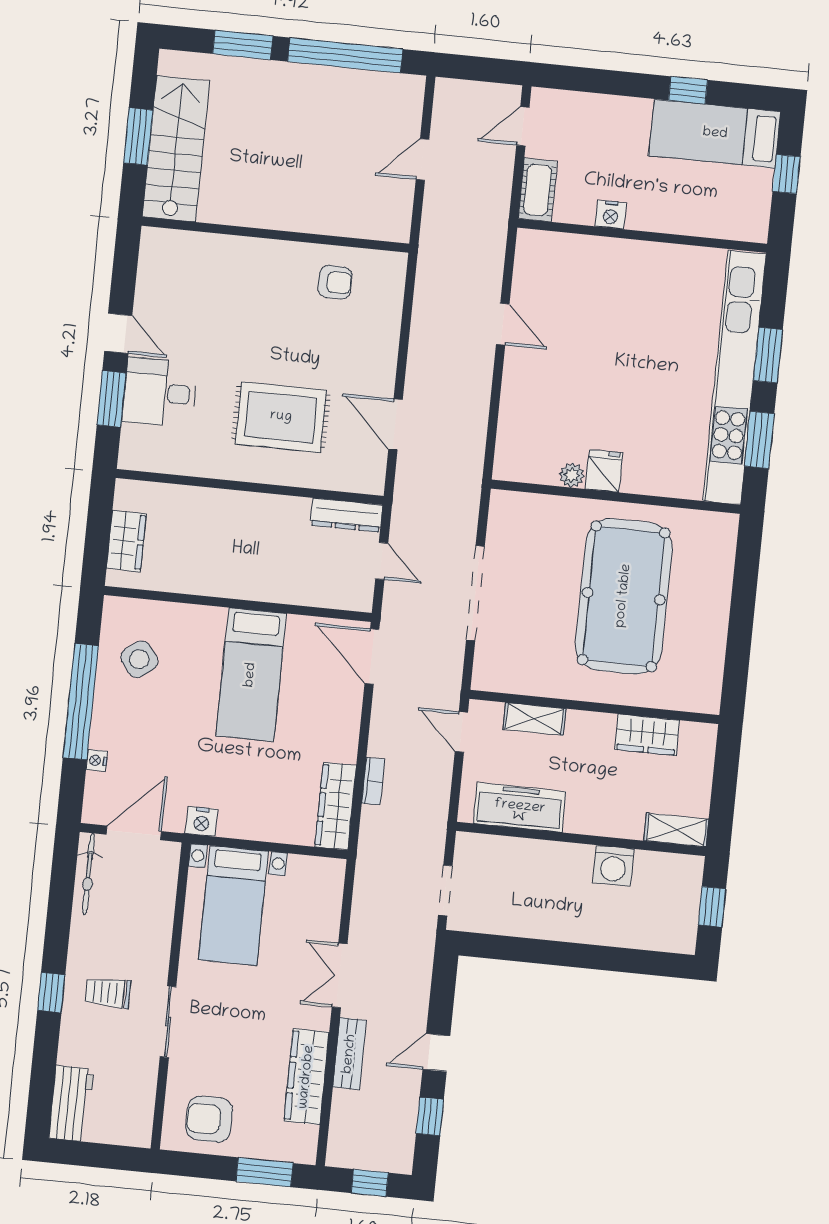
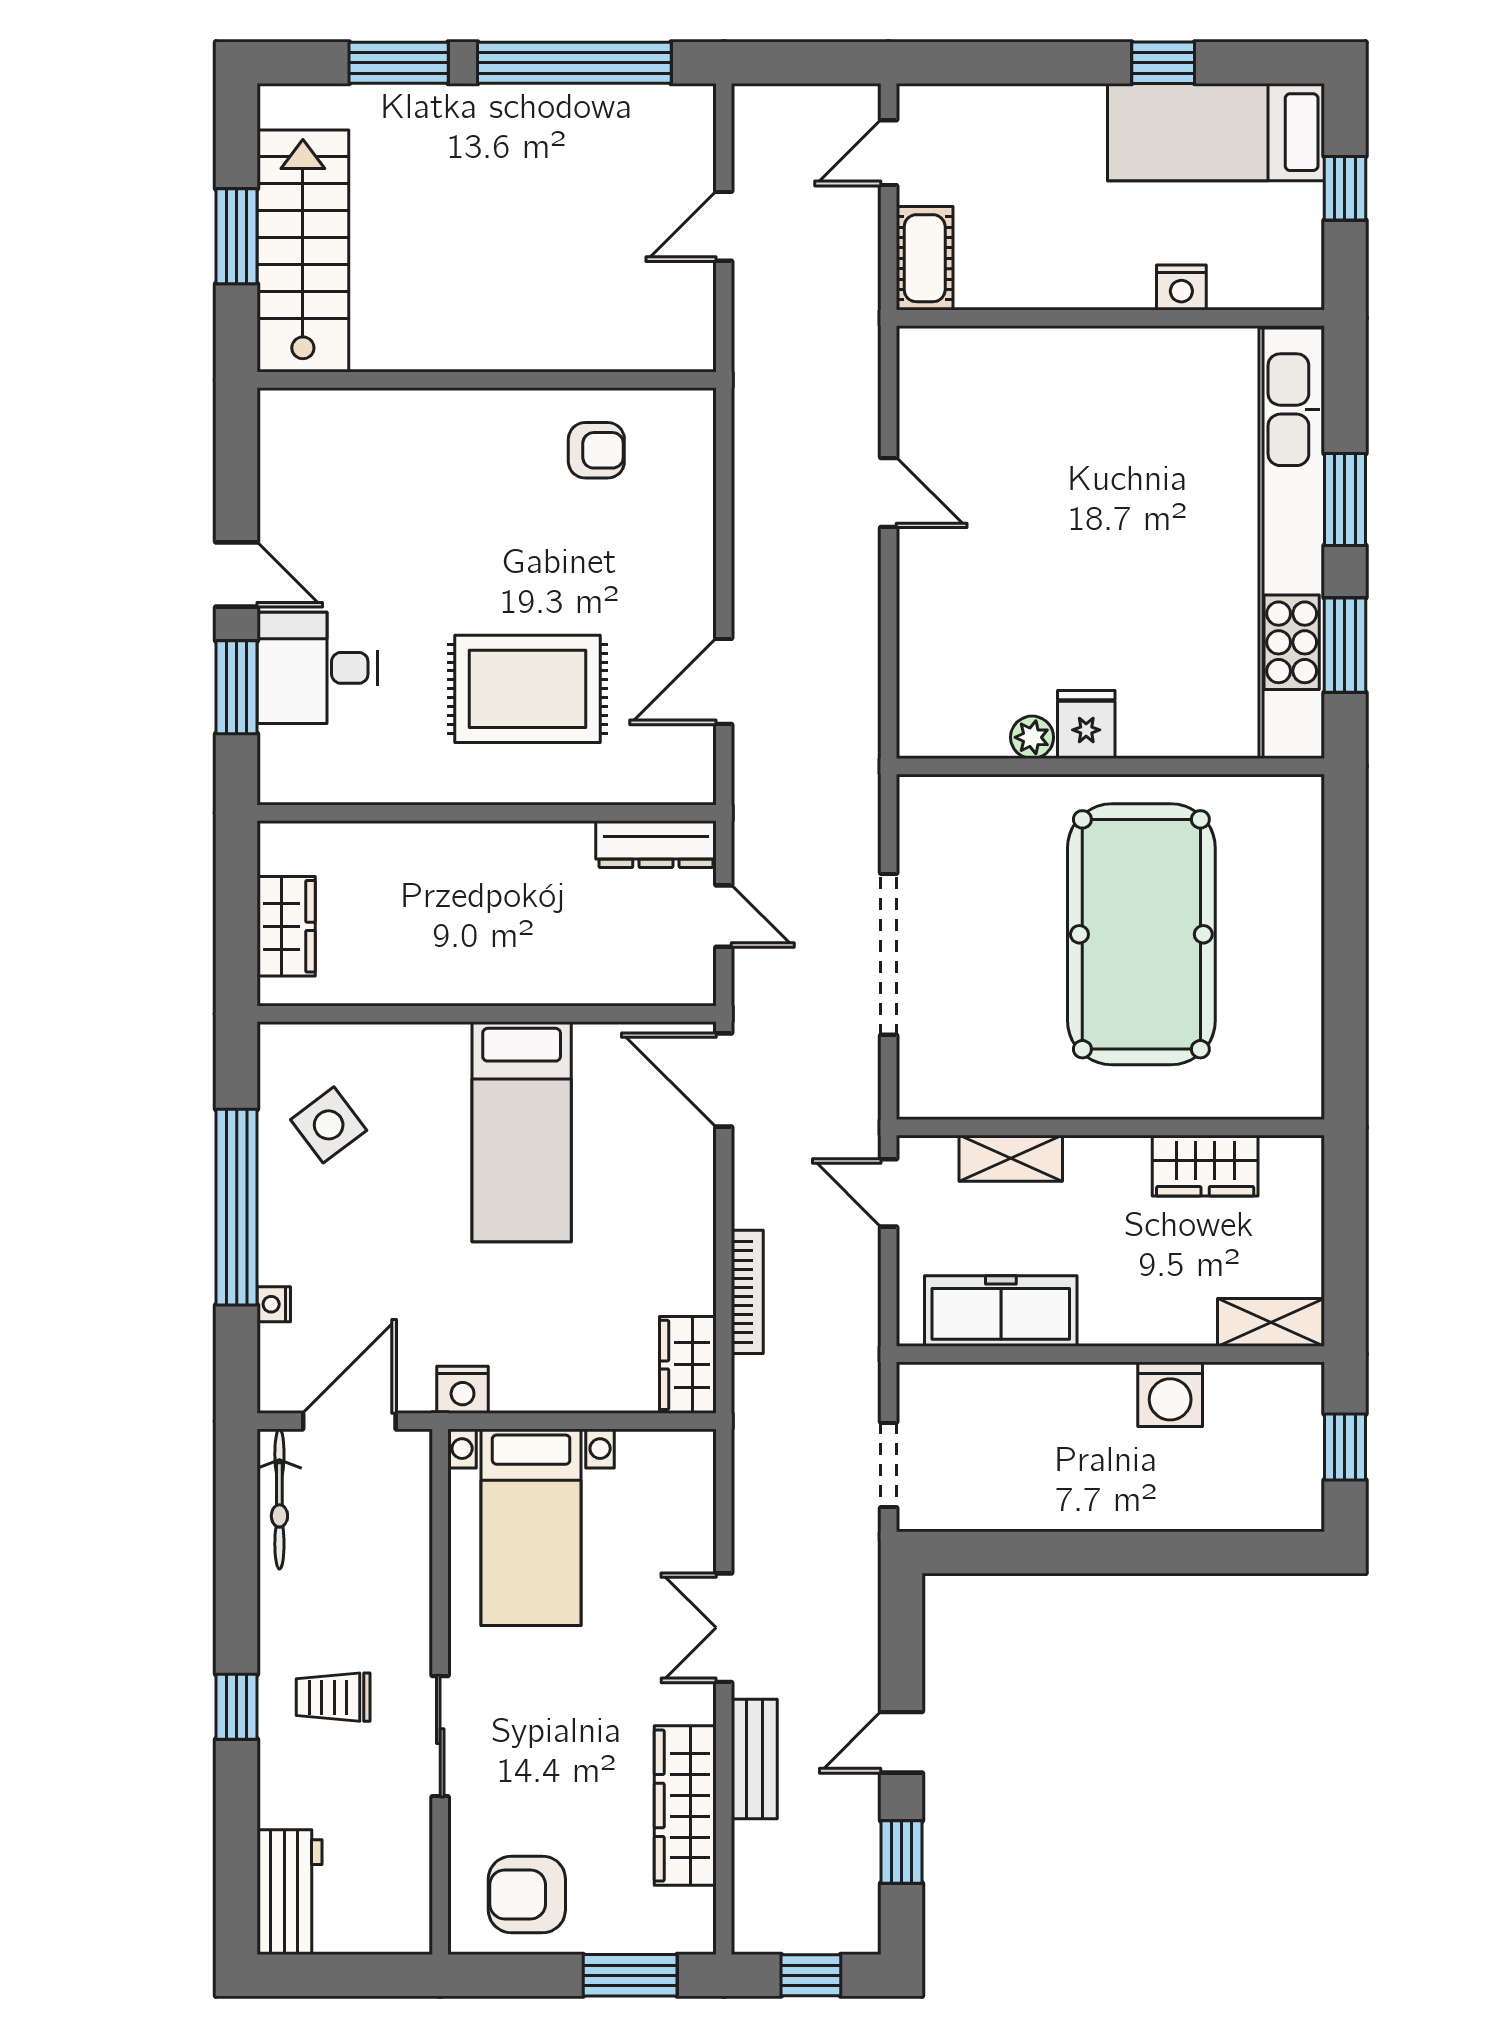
nightstand: (611, 215) -> (1181, 287), moved
door: (396, 424) -> (724, 681), hinge flipped
bookcase: (373, 781) -> (747, 1292), width x1.56
wardrobe: (336, 806) -> (688, 1365), width x0.67

